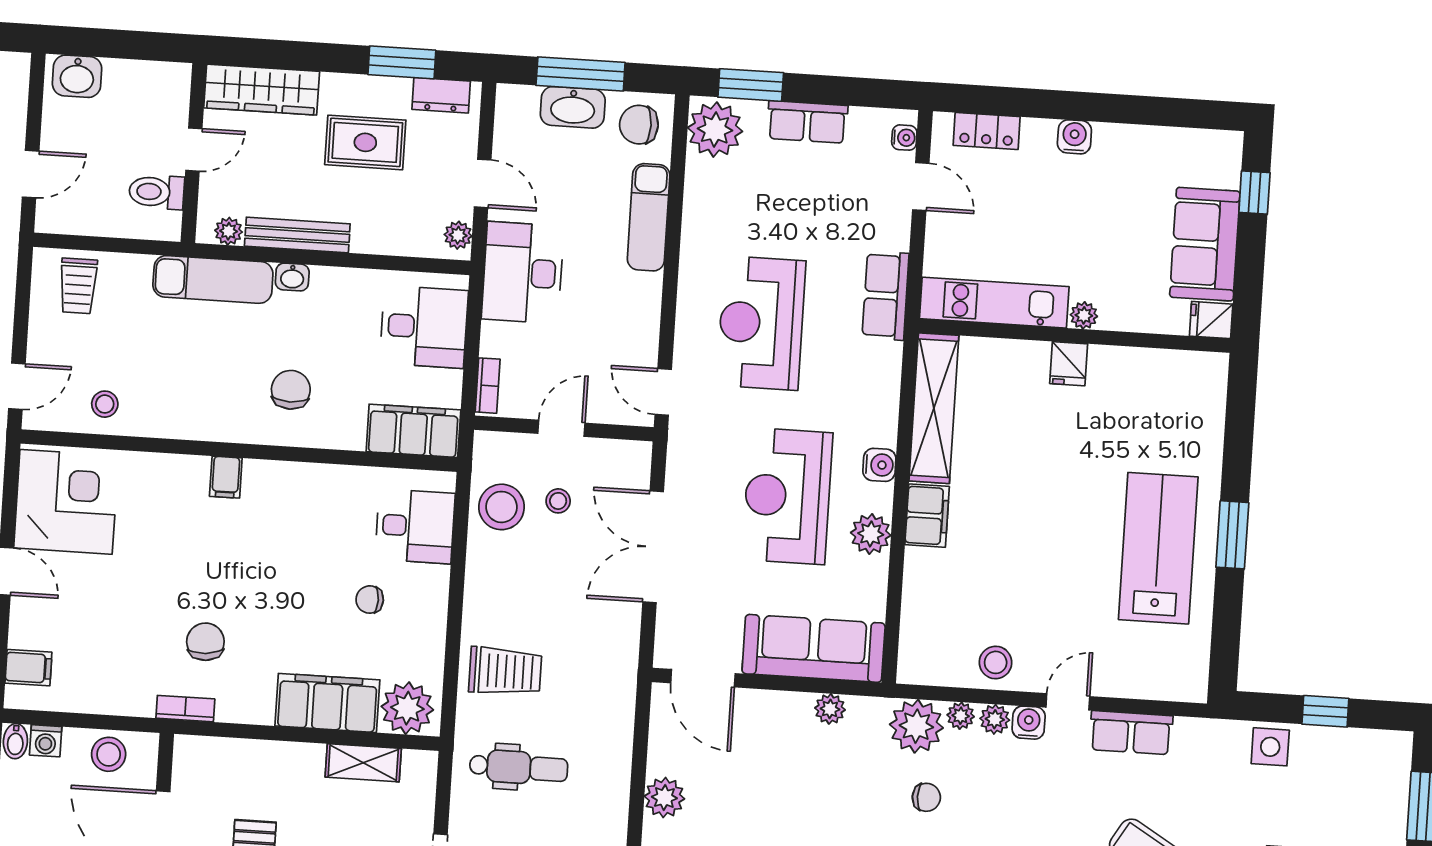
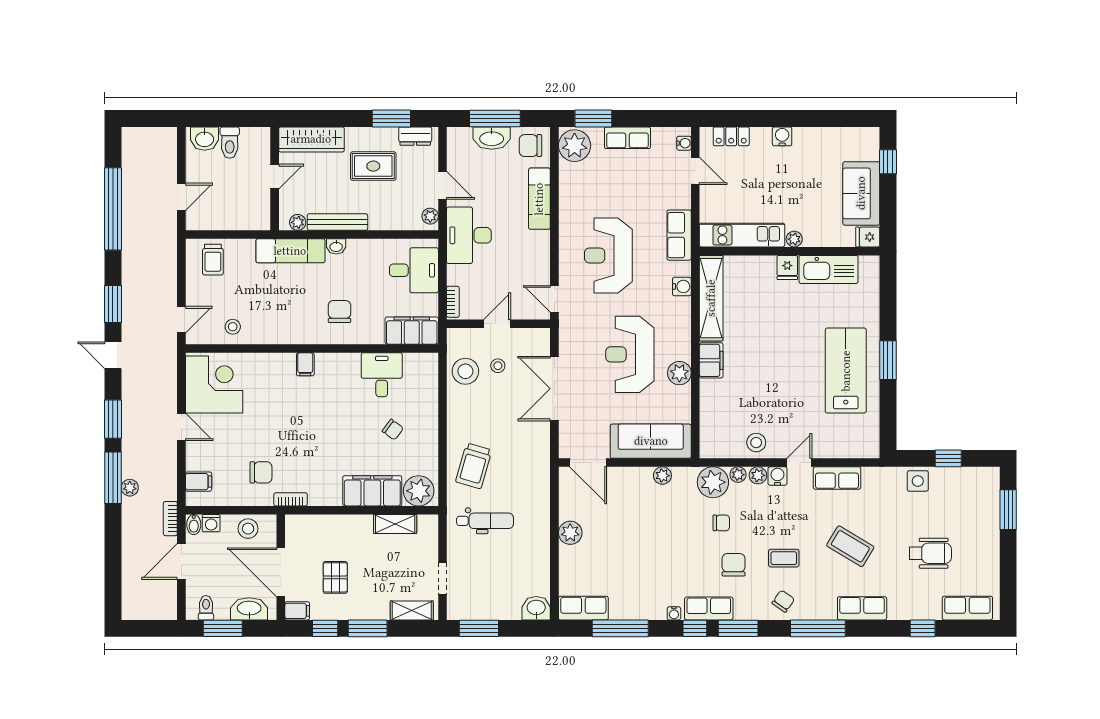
toilet: (157, 192) -> (230, 143), moved, turned -90
kitchen sink: (1140, 372) -> (829, 269), added
water cooler: (879, 465) -> (682, 286), moved
desk: (415, 526) -> (382, 375), moved, turned -90
chair: (370, 600) -> (393, 430), turned -144
chair: (205, 642) -> (261, 472), moved, turned 95
trolley: (505, 671) -> (474, 466), turned 106

